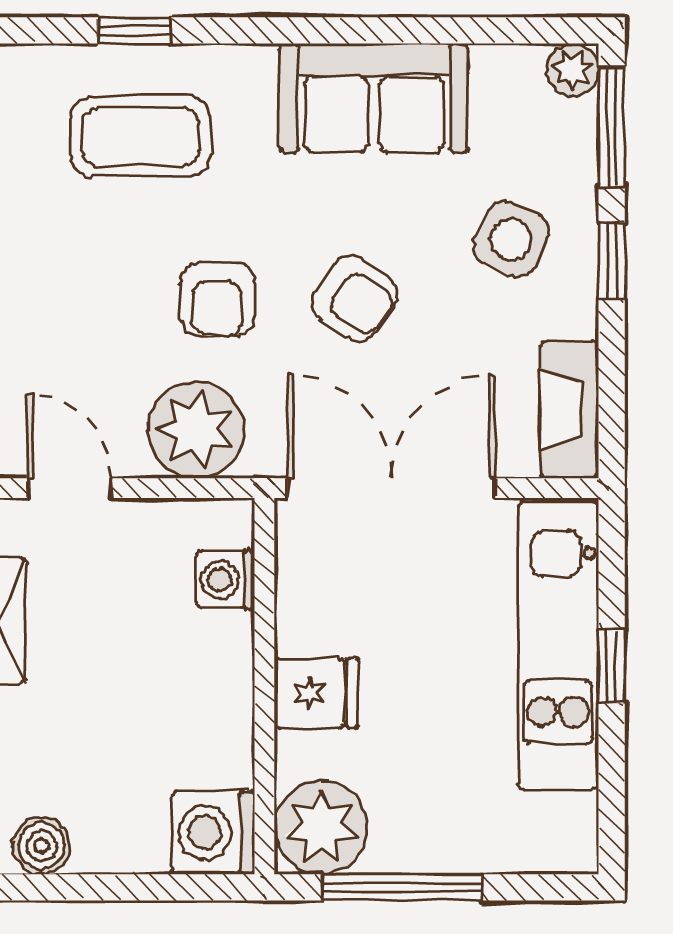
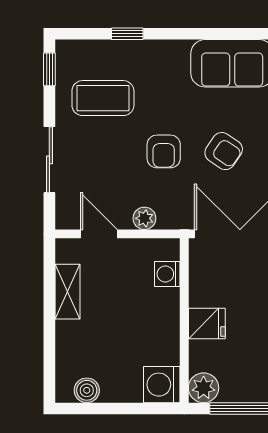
coffee table: (141, 136) -> (103, 98), moved
plant: (196, 430) -> (144, 218), width x0.53, depth x0.53
plant: (321, 828) -> (204, 388), width x0.73, depth x0.73

